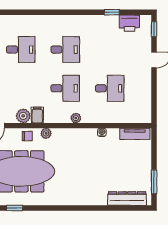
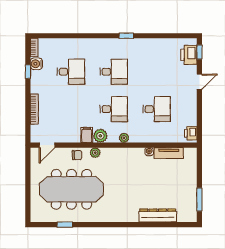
window: (112, 12) -> (126, 36), moved
printer: (129, 23) -> (189, 55), moved, turned 90
printer: (145, 113) -> (191, 133), added
plant: (23, 116) -> (100, 136), moved
tv unit: (135, 134) -> (169, 153), moved
dresser: (127, 199) -> (158, 216), moved

